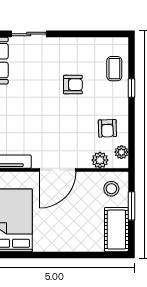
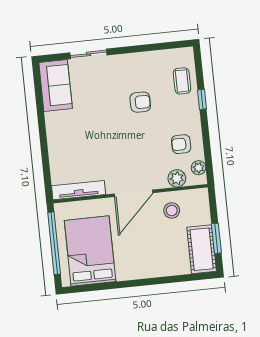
armchair: (107, 128) -> (181, 144), turned 92
stool: (111, 189) -> (172, 210), moved
window: (131, 206) -> (216, 238), moved

